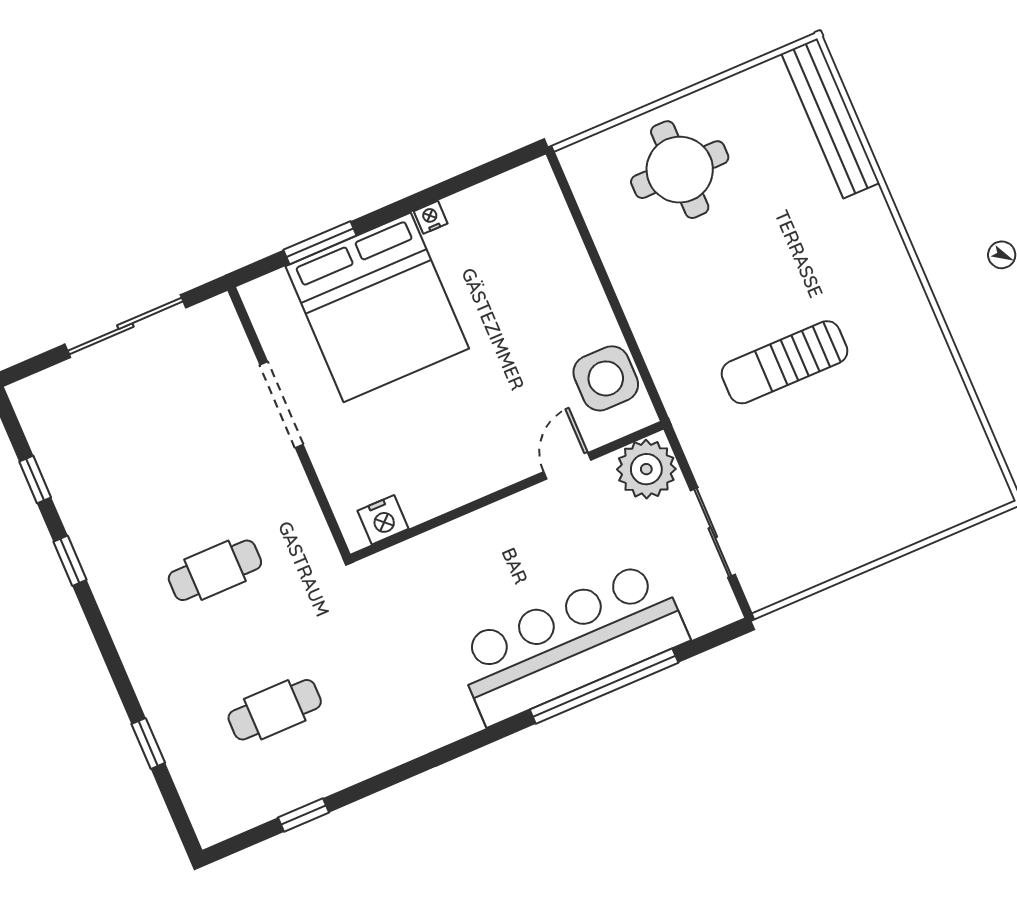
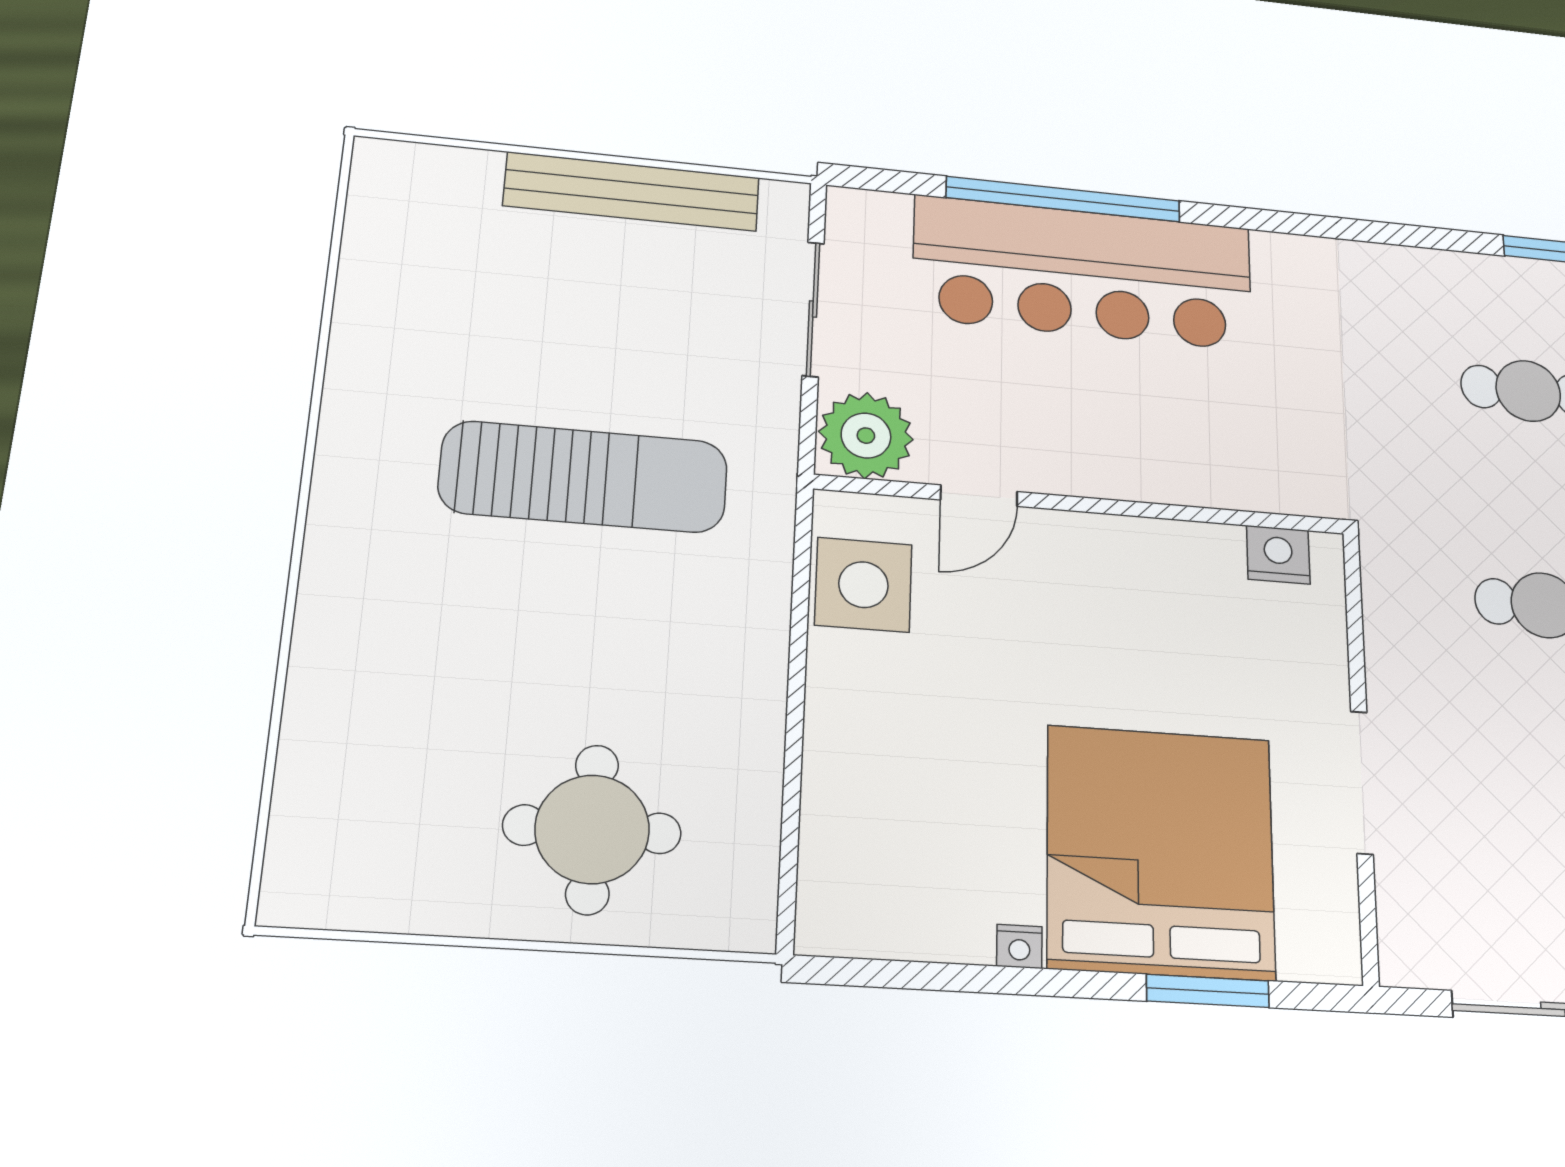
bench: (830, 118) -> (632, 192), moved, turned 90
sun lounger: (784, 362) -> (584, 477), width x1.36, depth x1.34

